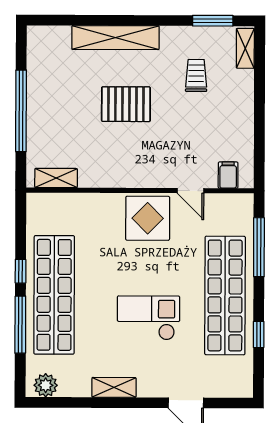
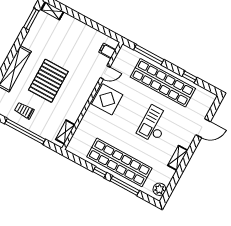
trolley: (196, 75) -> (24, 111), moved
pallet: (126, 104) -> (48, 81), width x1.37, depth x1.41

